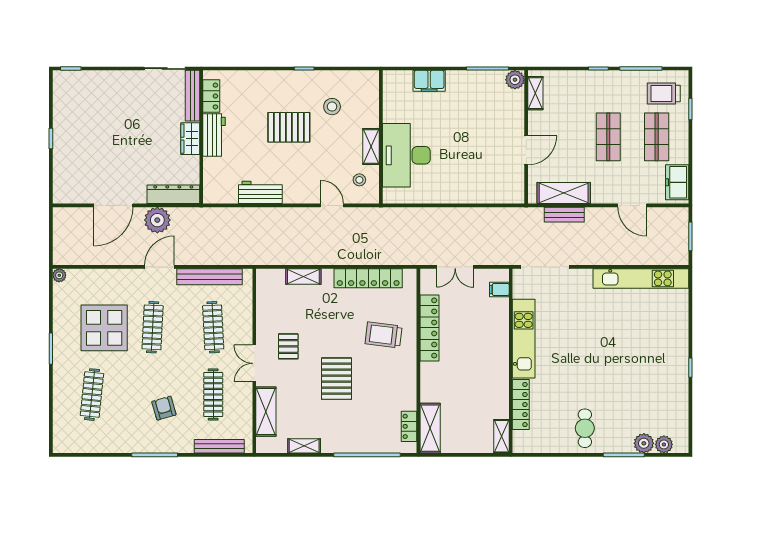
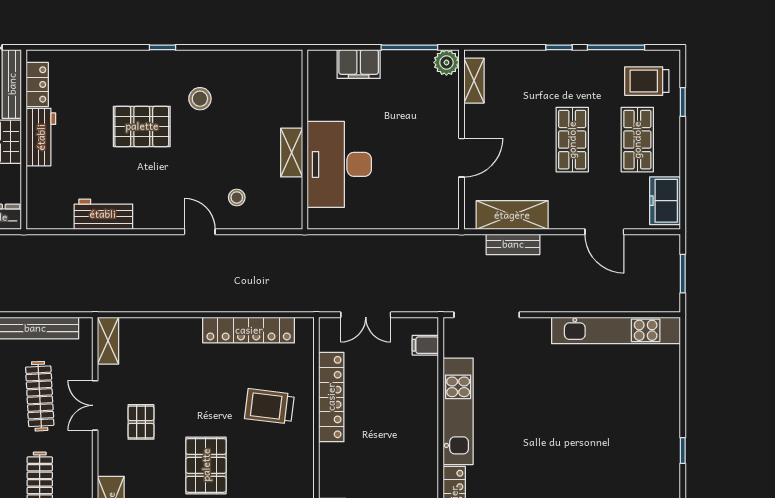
filing cabinet: (429, 81) -> (359, 64), moved
wall: (381, 137) -> (305, 140), moved
shelving: (371, 147) -> (292, 153), moved
desk: (406, 155) -> (339, 164), moved
shelving: (303, 276) -> (108, 341), moved, turned 90
double door: (254, 363) -> (95, 405), moved

